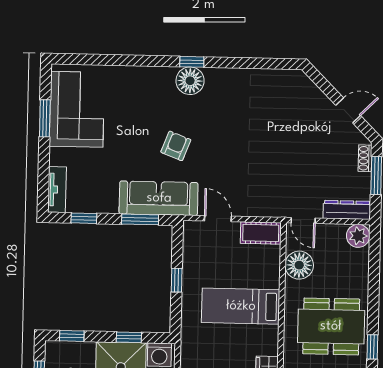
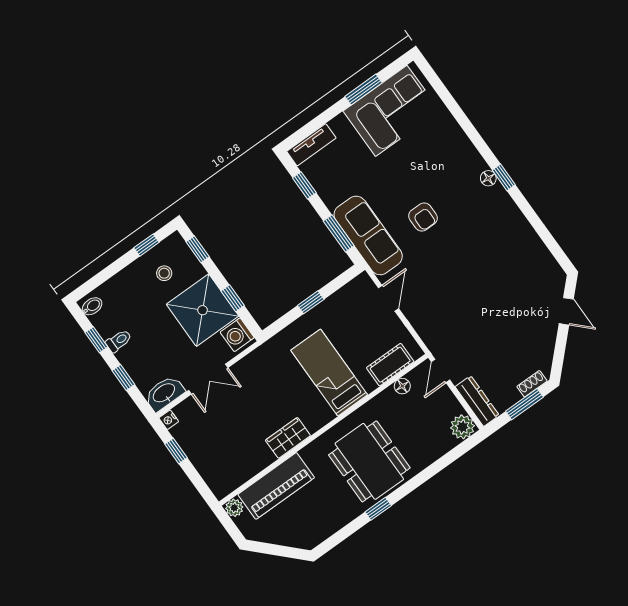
floor lamp: (190, 81) -> (488, 178), width x0.53, depth x0.53
door: (348, 110) -> (566, 311), moved
armchair: (176, 146) -> (423, 217), turned 69
cot: (261, 233) -> (390, 365), moved, turned 90
floor lamp: (299, 265) -> (402, 386), width x0.53, depth x0.53

